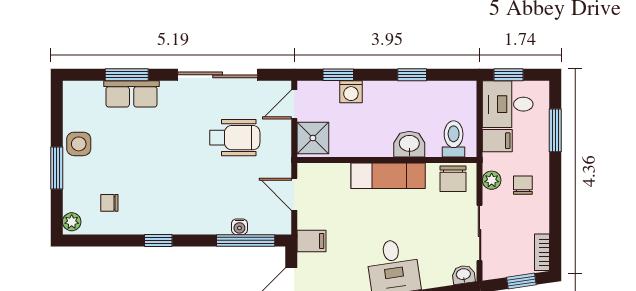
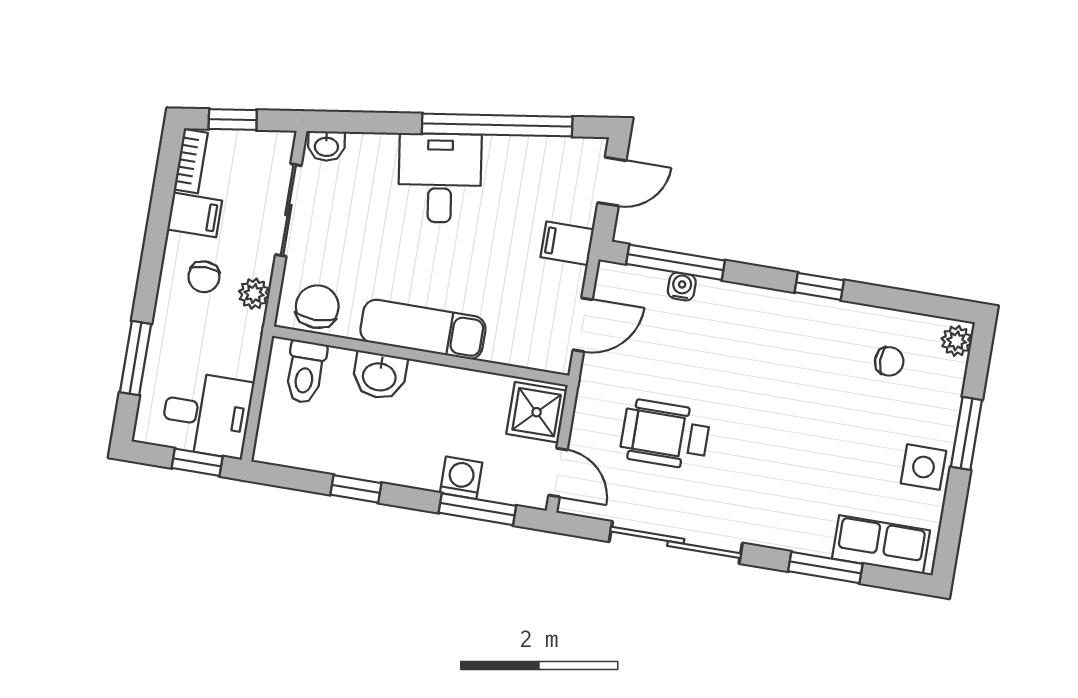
window: (338, 75) -> (477, 509), width x1.50
row of seats: (132, 94) -> (881, 544), moved
door: (294, 104) -> (558, 473), hinge flipped
filing cabinet: (497, 141) -> (195, 215), moved, turned 180
door: (294, 194) -> (583, 325), hinge flipped

